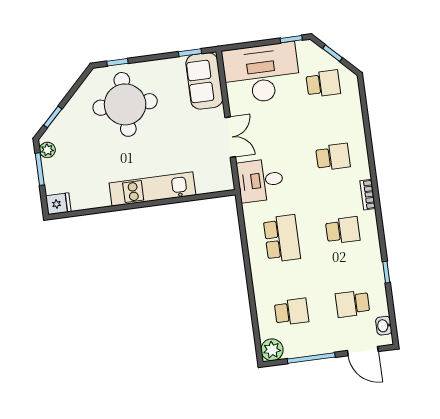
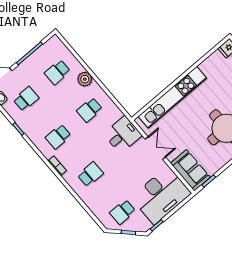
double door: (230, 137) -> (155, 148), swing flipped
school desk: (333, 157) -> (90, 174), turned 180
kitchen unit: (152, 189) -> (172, 97), width x1.36
school desk: (282, 238) -> (90, 110), width x0.54
plant: (272, 350) -> (85, 79), moved

